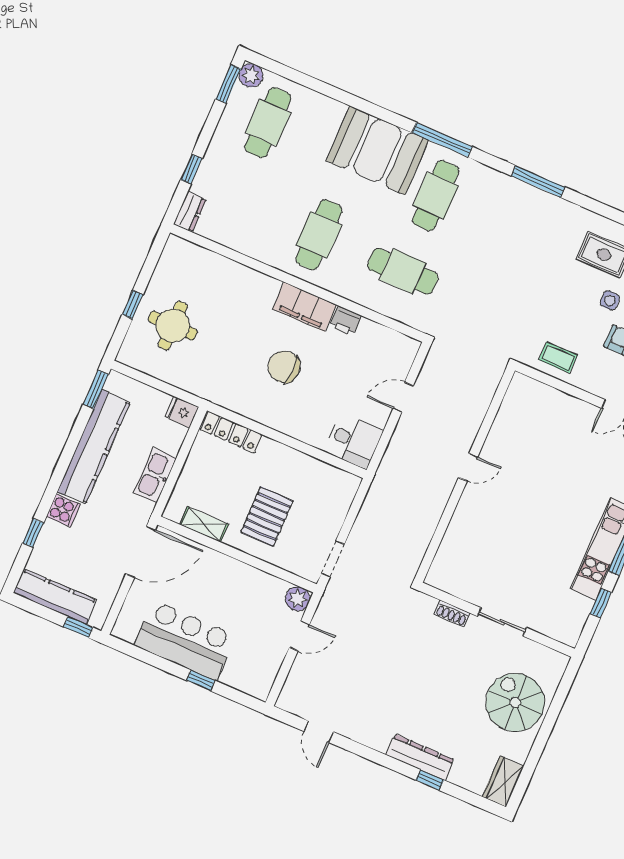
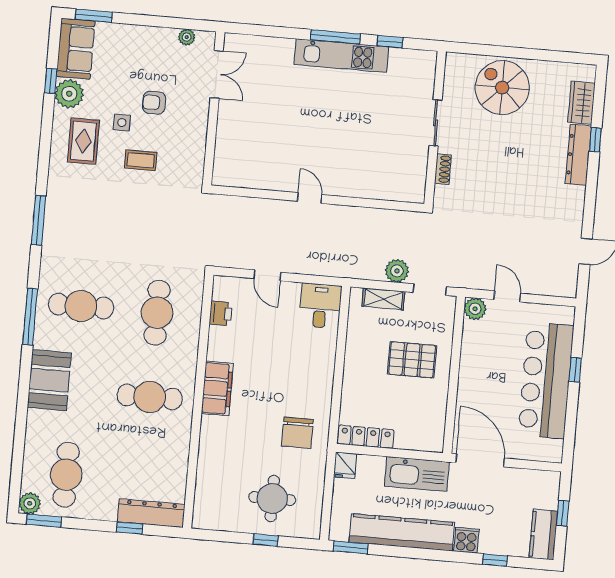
cafe table: (268, 123) -> (66, 475), turned 90
booth: (377, 150) -> (49, 380), width x0.73, depth x0.70
dresser: (190, 212) -> (151, 513), width x1.96, depth x1.24
printer: (345, 321) -> (221, 313), moved
coffee table: (558, 357) -> (141, 160), moved, turned 90
chair: (284, 367) -> (297, 433), moved
locker: (231, 432) -> (366, 437), moved, turned -90
kitchen sink: (155, 475) -> (417, 474), width x1.36, depth x1.24
shelving: (204, 524) -> (383, 299), moved, turned 90
plant: (363, 532) -> (397, 271), added
kitchen counter: (55, 597) -> (543, 535), width x0.67
window: (78, 627) -> (563, 513), moved
bar counter: (185, 640) -> (546, 380), width x1.36
spiral stairs: (515, 702) -> (502, 88), turned 90
wardrobe: (503, 781) -> (581, 103), moved, turned 90

